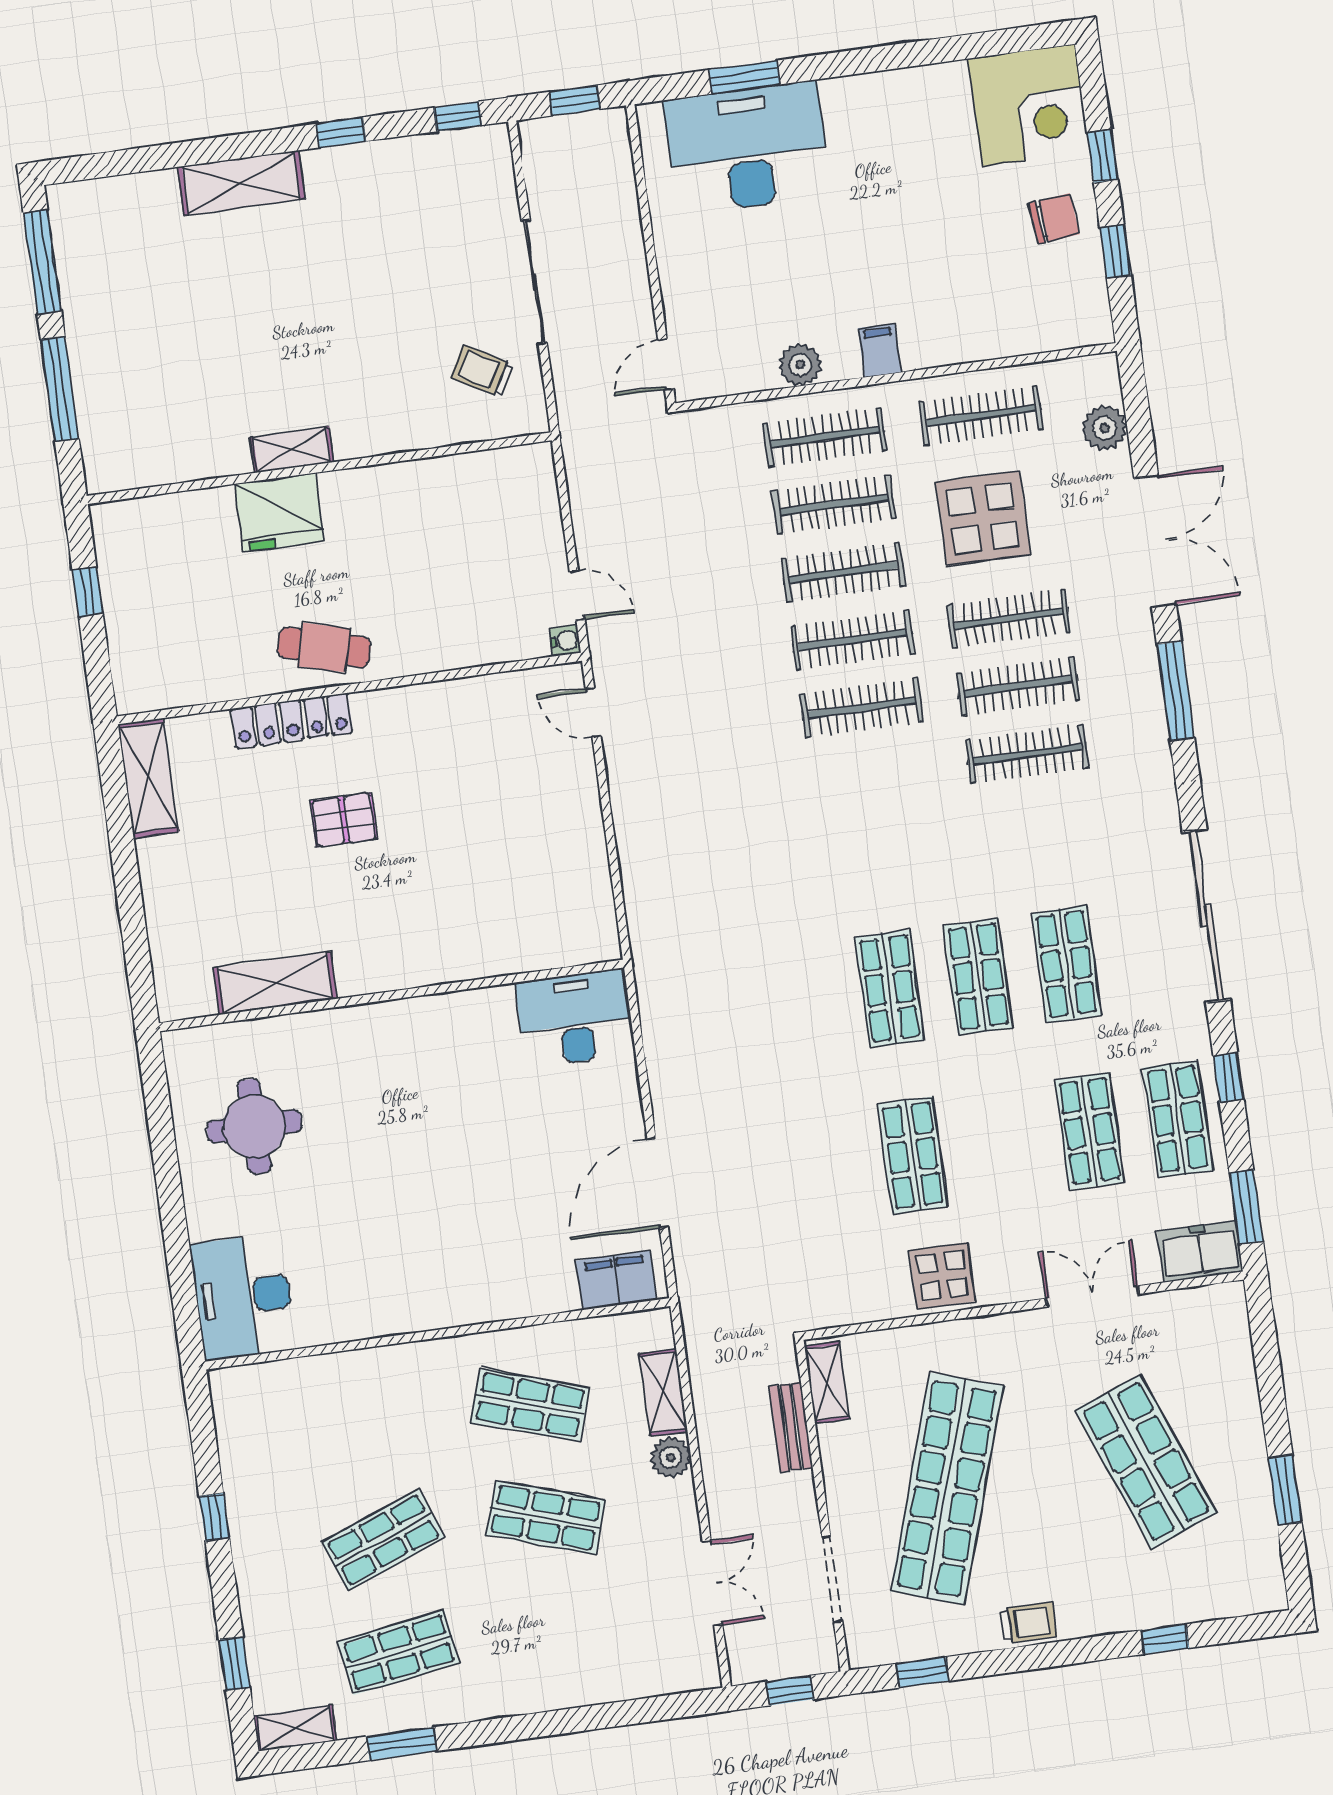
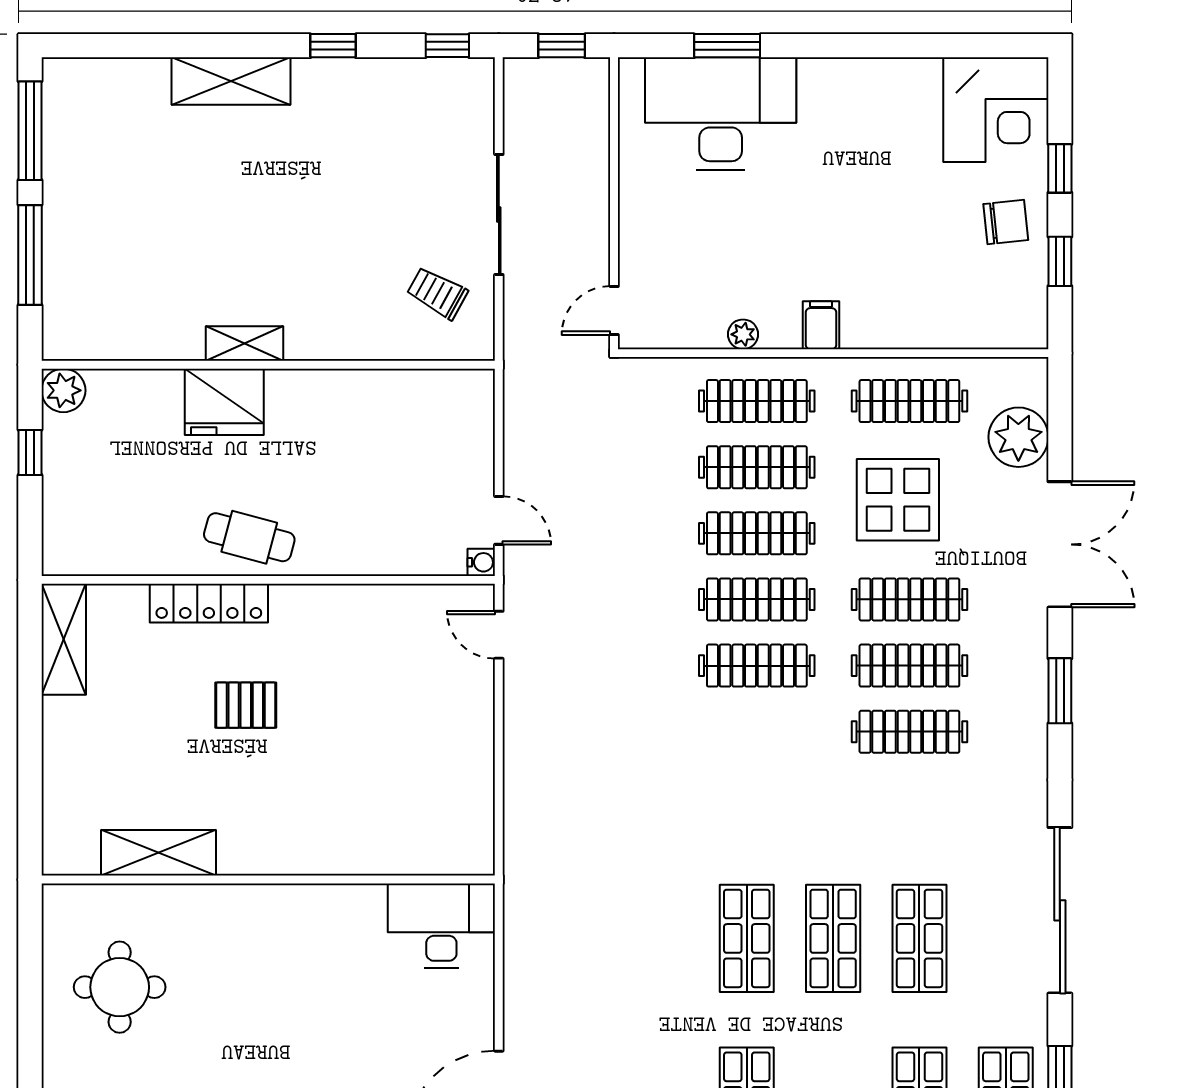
plant: (800, 365) -> (743, 334), width x0.73, depth x0.73
plant: (1105, 428) -> (1018, 437), width x1.36, depth x1.36
plant: (113, 523) -> (63, 390), added
window: (1176, 691) -> (1060, 691), width x0.69

